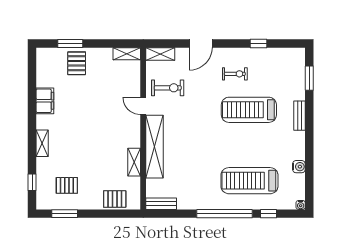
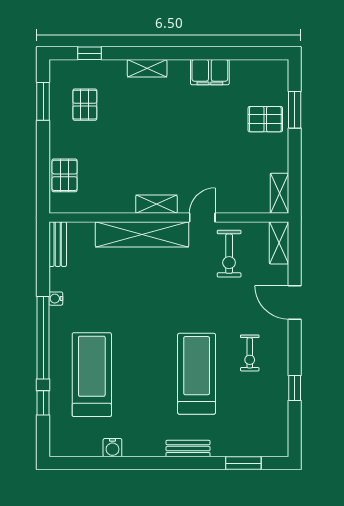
shelving: (134, 162) -> (156, 204), moved
water cooler: (301, 205) -> (56, 299), moved

